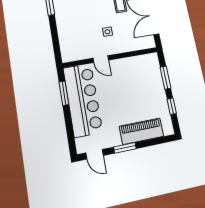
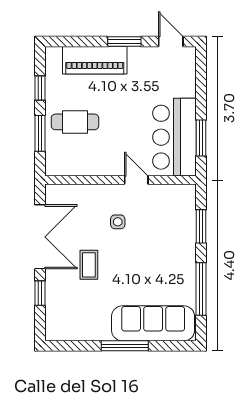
window: (55, 37) -> (201, 226), added
cafe table: (146, 89) -> (75, 122), added
bar counter: (83, 100) -> (174, 137), width x0.73

